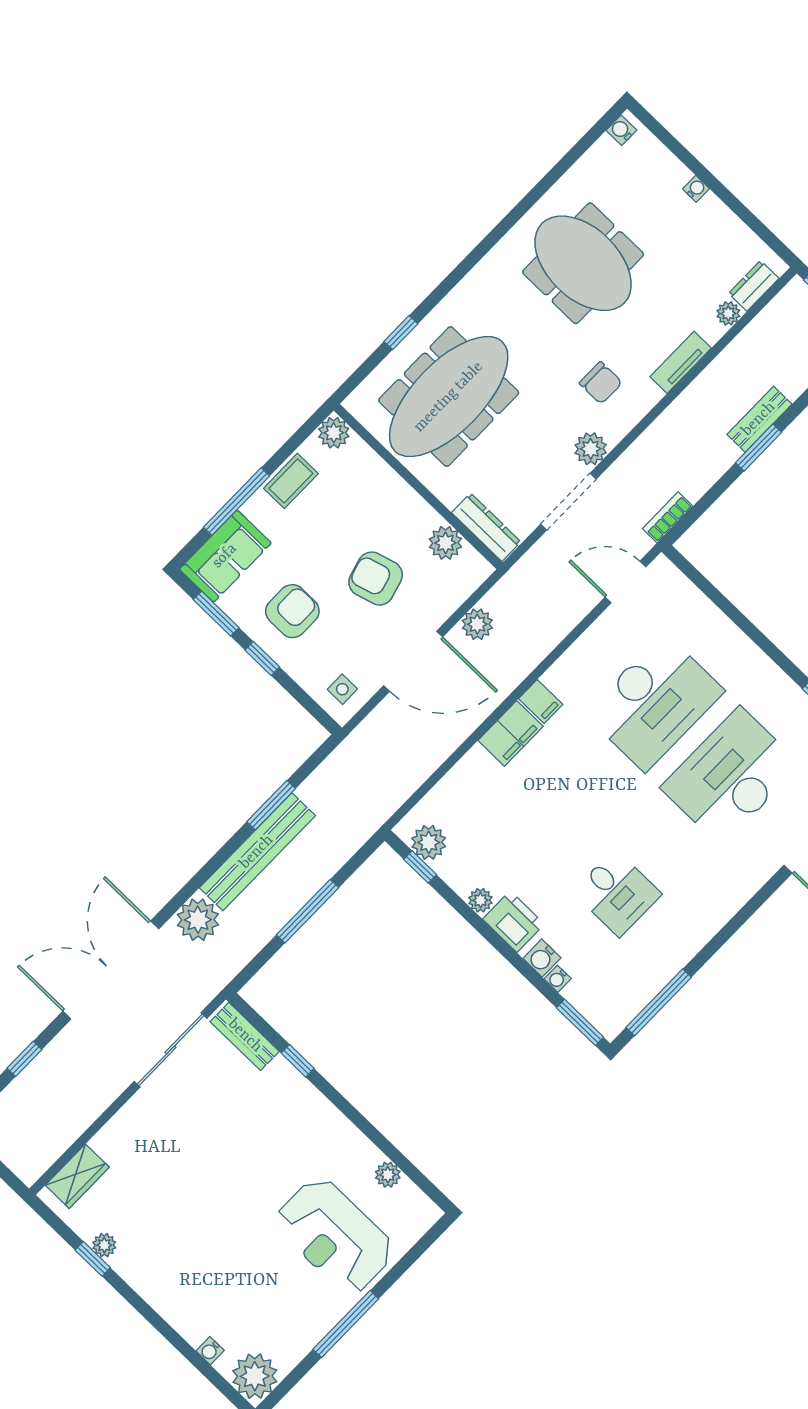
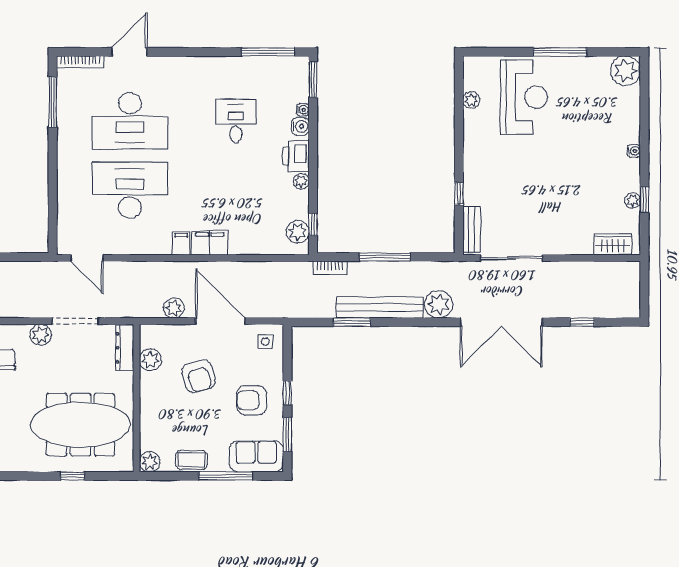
bookcase: (668, 517) -> (330, 268), moved
water cooler: (210, 1351) -> (634, 151), moved

